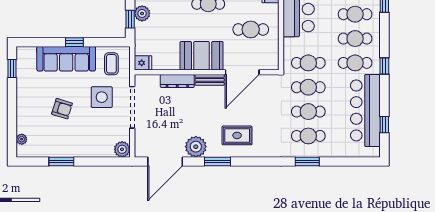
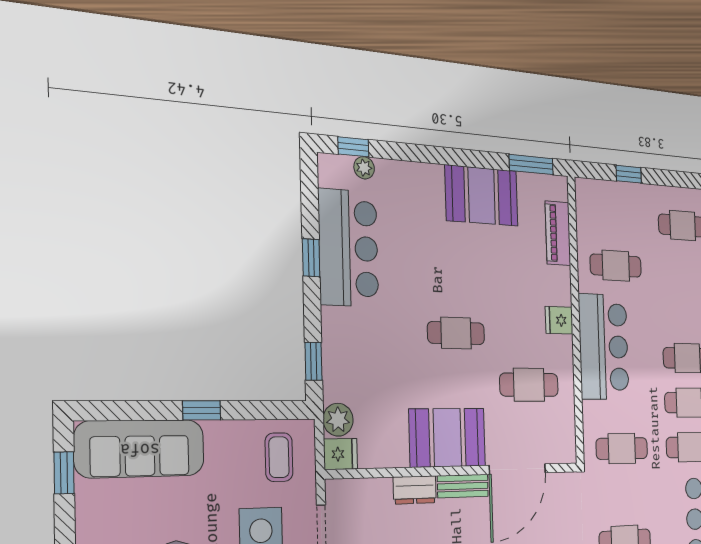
plant: (142, 13) -> (338, 420), moved
sofa: (66, 59) -> (140, 449), moved
dresser: (177, 81) -> (415, 490), width x0.70
cafe table: (308, 87) -> (623, 495), removed

